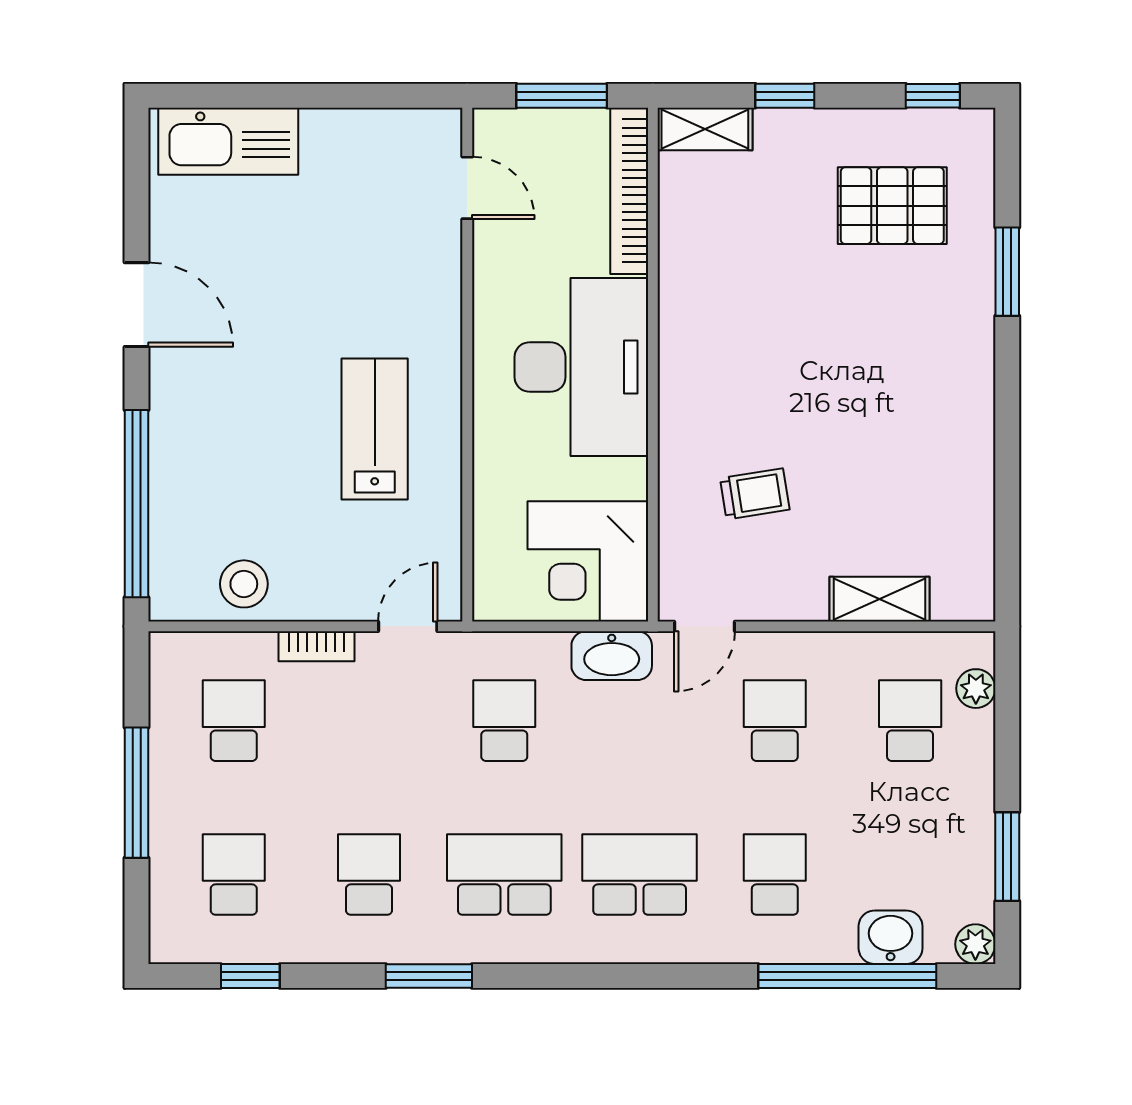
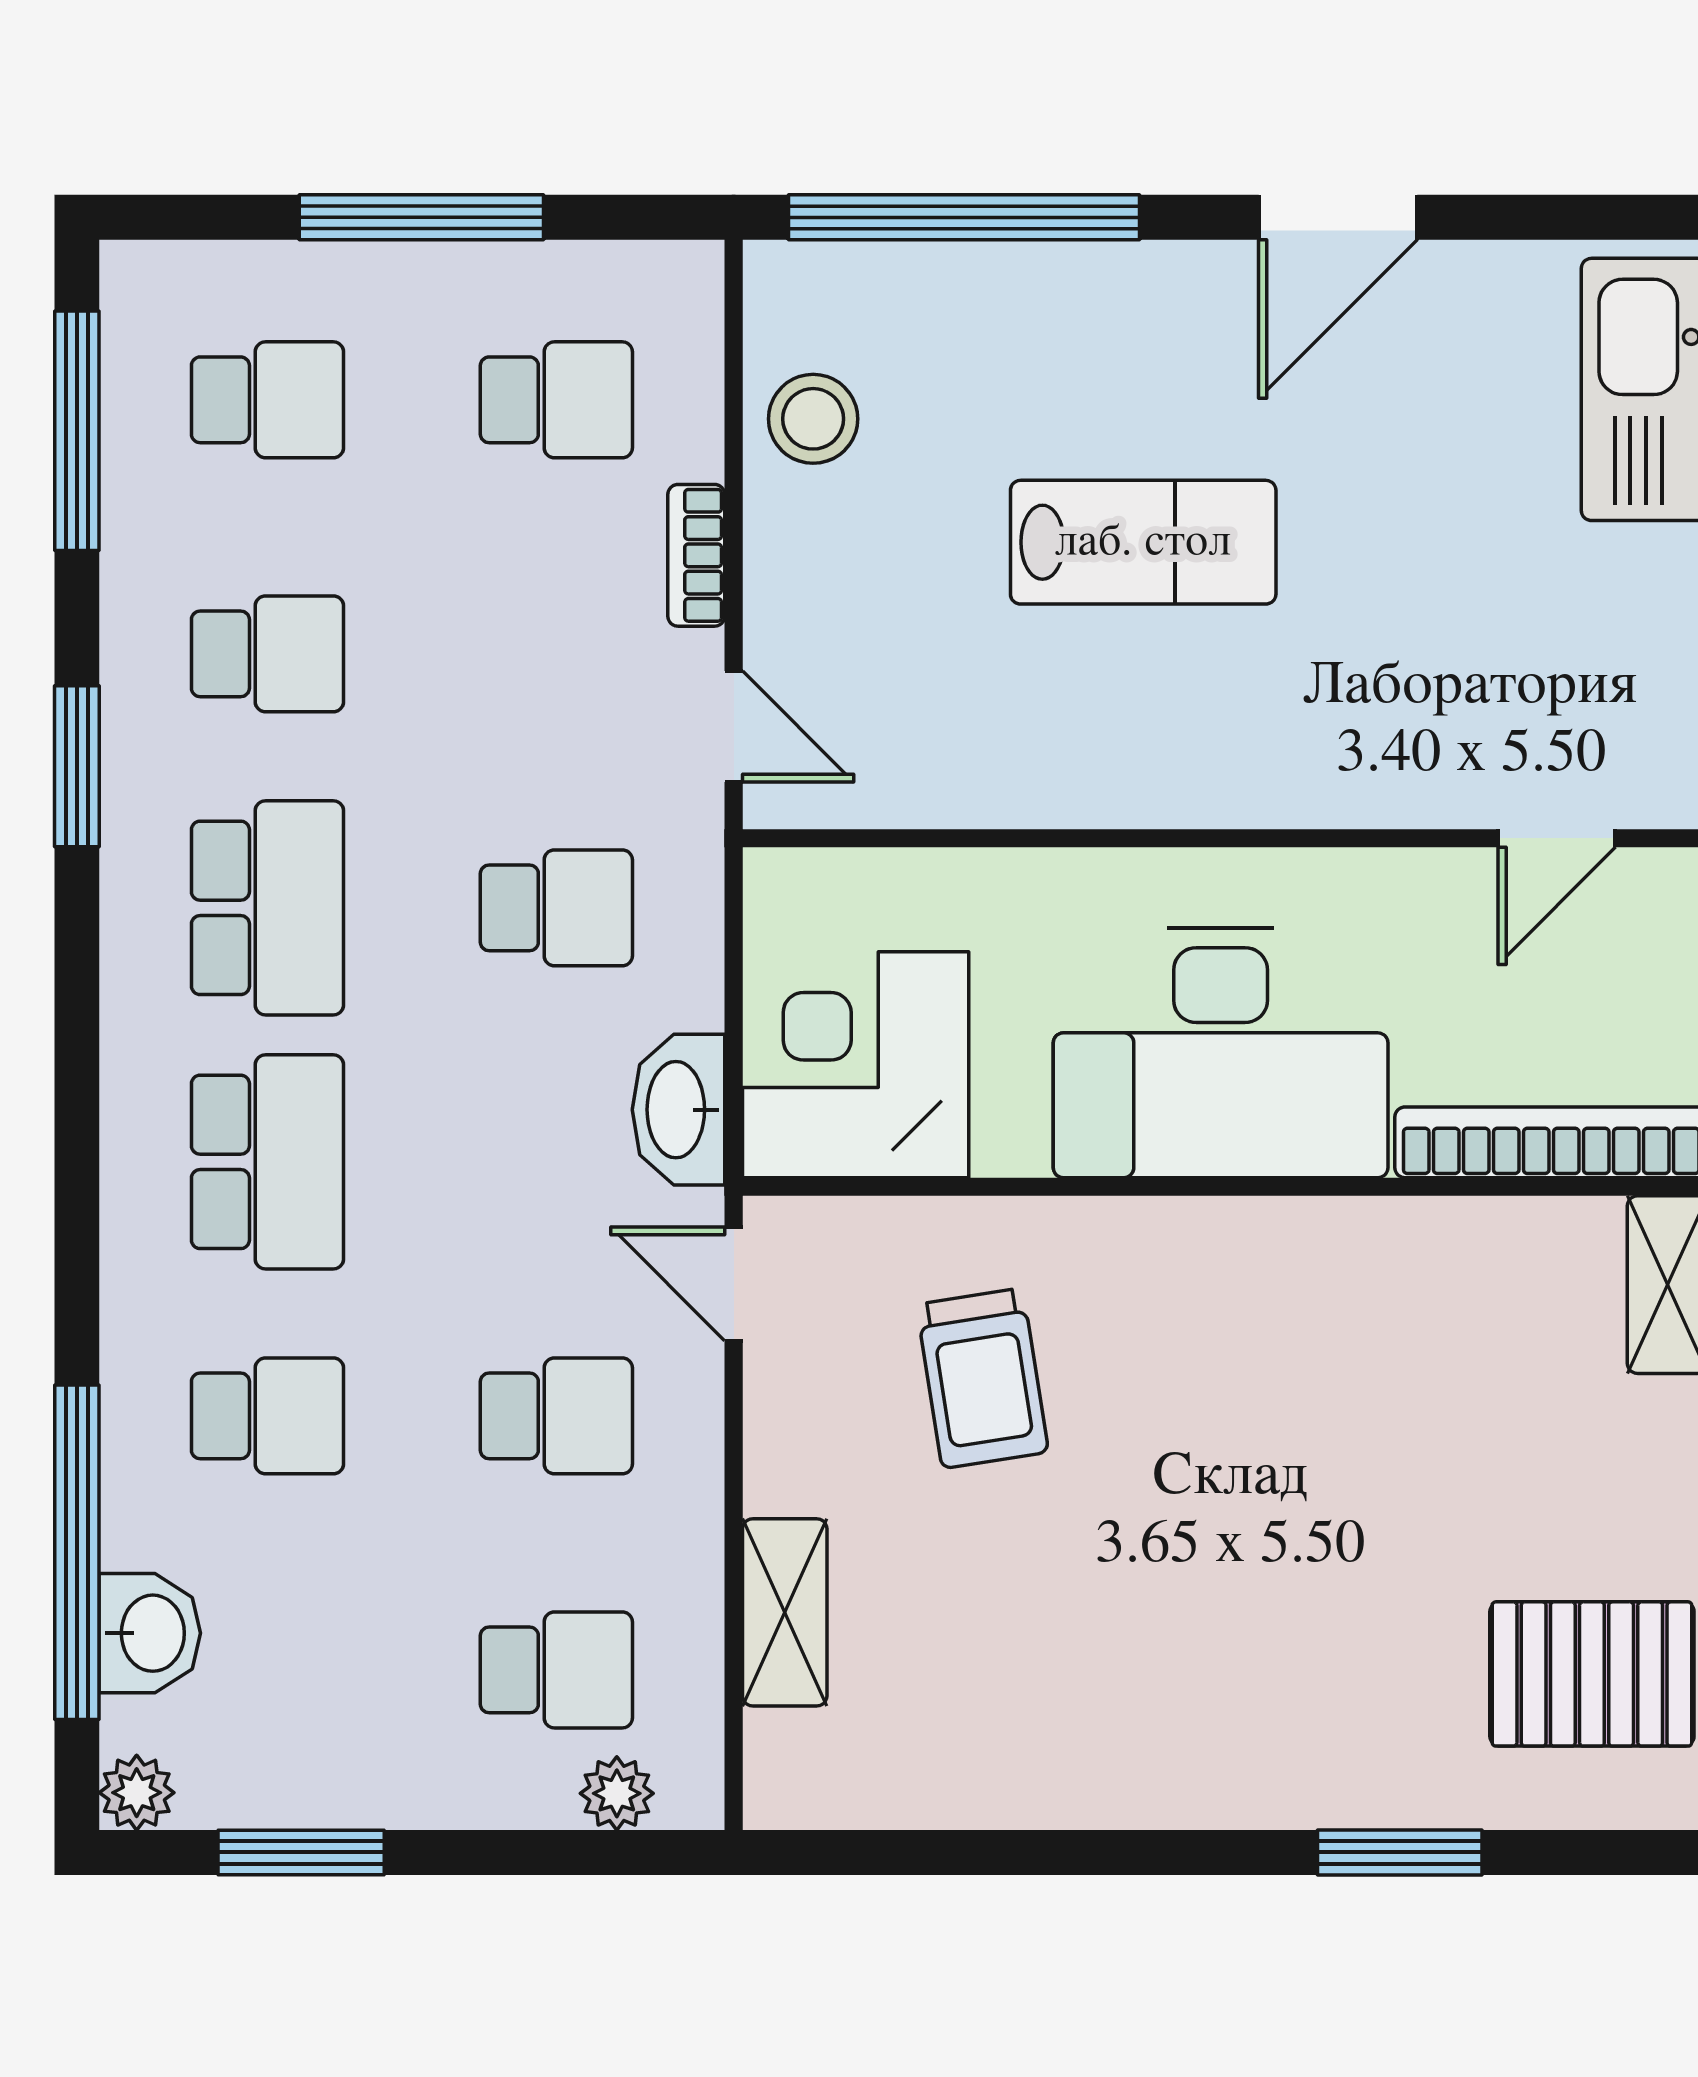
pallet: (892, 206) -> (1592, 1674), moved, turned 90
lab bench: (375, 429) -> (1143, 542), moved
trolley: (755, 494) -> (982, 1378), width x1.36, depth x1.39
window: (250, 976) -> (77, 431), width x2.17

